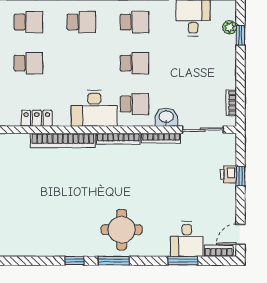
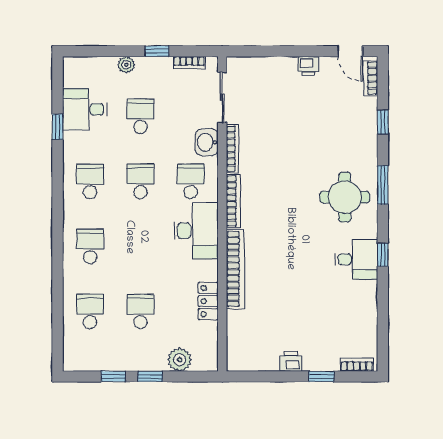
plant: (230, 27) -> (126, 65), moved
window: (240, 35) -> (157, 51), moved
school desk: (187, 63) -> (140, 116), added
printer: (228, 174) -> (308, 66), moved
window: (240, 176) -> (279, 51), removed
desk: (187, 239) -> (356, 259), moved
window: (114, 261) -> (383, 185), moved
window: (183, 261) -> (383, 122), width x0.67

